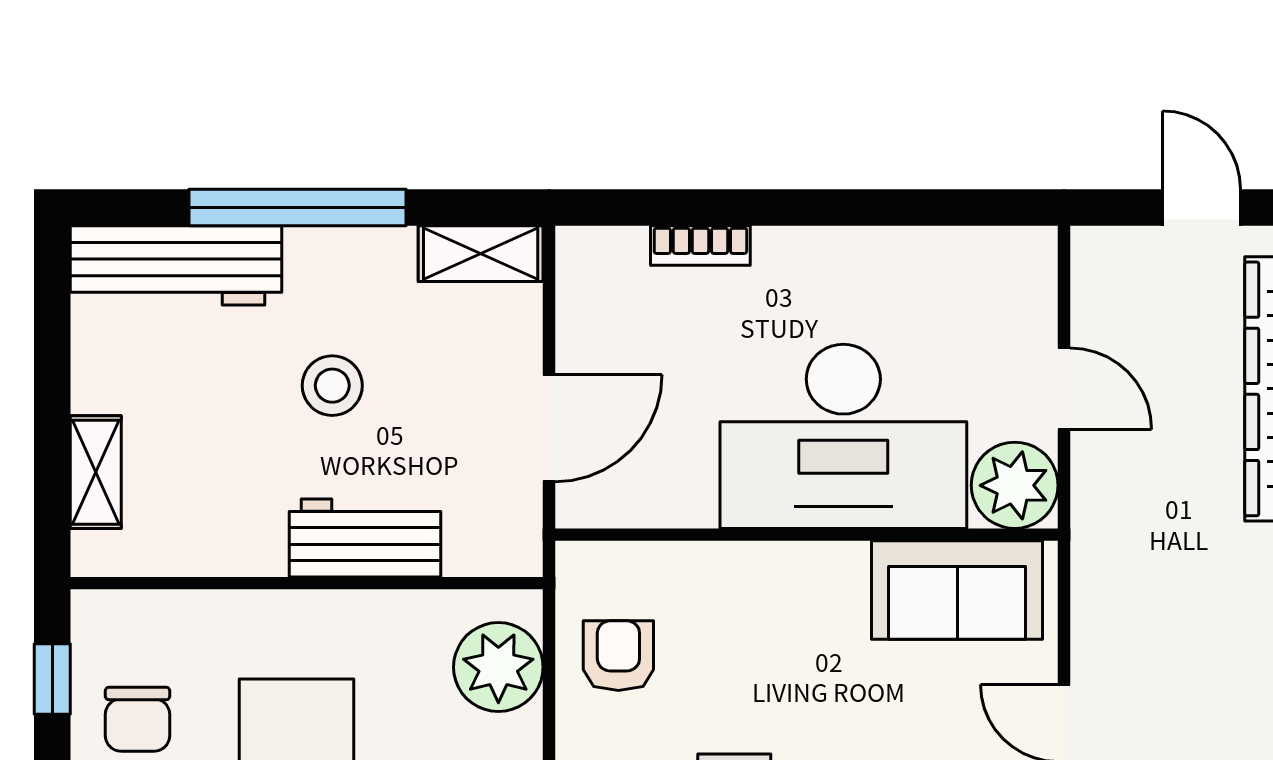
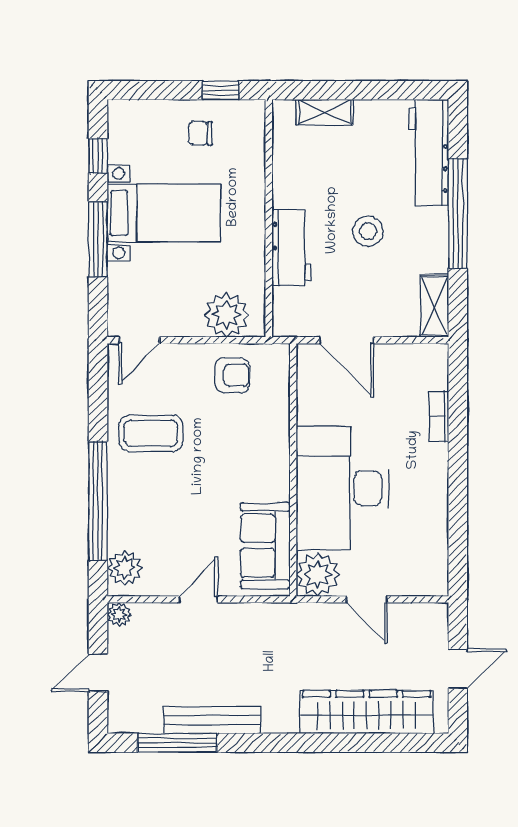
door: (1064, 389) -> (367, 599), hinge flipped
chair: (138, 719) -> (200, 133), width x0.73, depth x0.73

